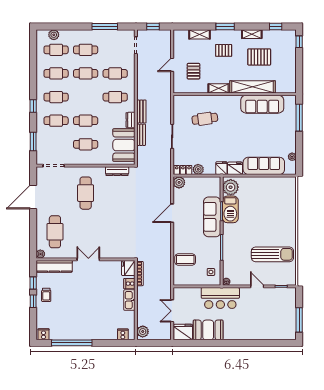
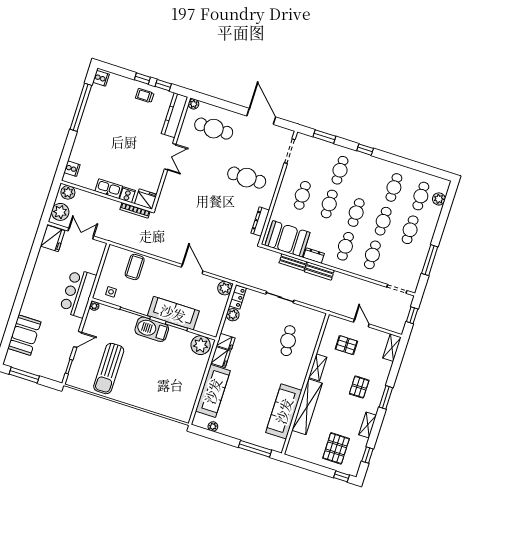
shelving: (200, 34) -> (392, 348), moved
pallet: (259, 57) -> (336, 448), moved
cafe table: (56, 97) -> (356, 213), moved
barbecue: (230, 209) -> (152, 329), moved
booth: (208, 330) -> (24, 335), moved
plant: (160, 333) -> (60, 212), added

